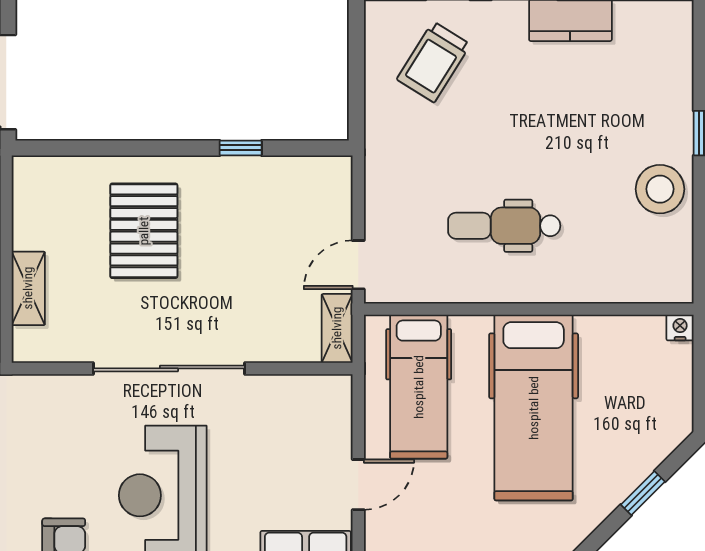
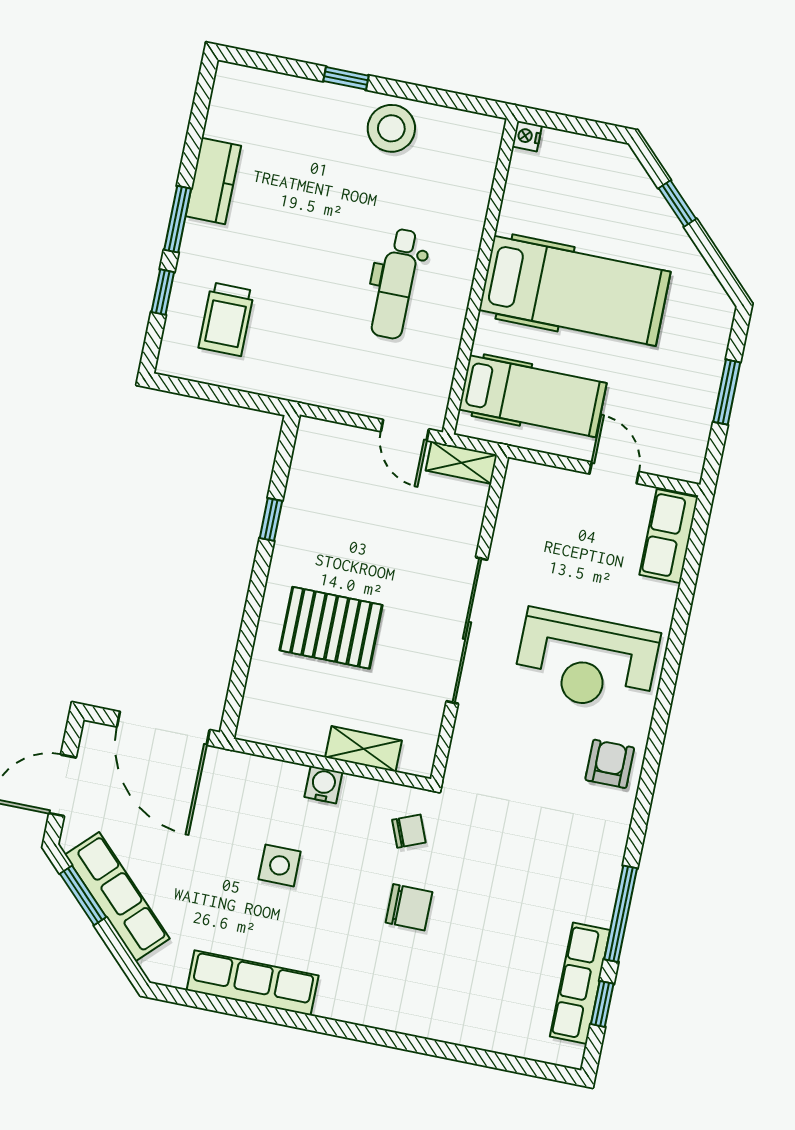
trolley: (434, 62) -> (226, 319), turned 58

